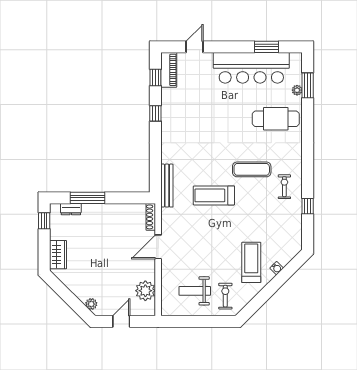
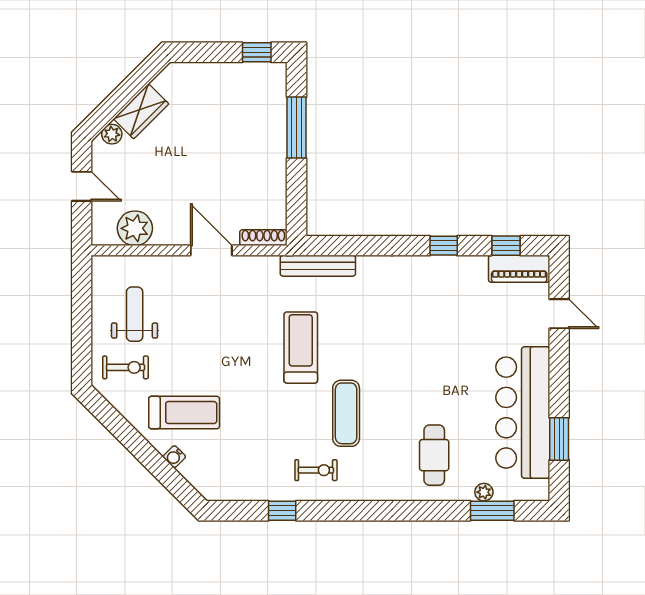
cafe table: (276, 119) -> (434, 455), width x0.73, depth x0.74
dresser: (71, 209) -> (277, 99), removed
wardrobe: (58, 255) -> (141, 111), moved, turned -45

